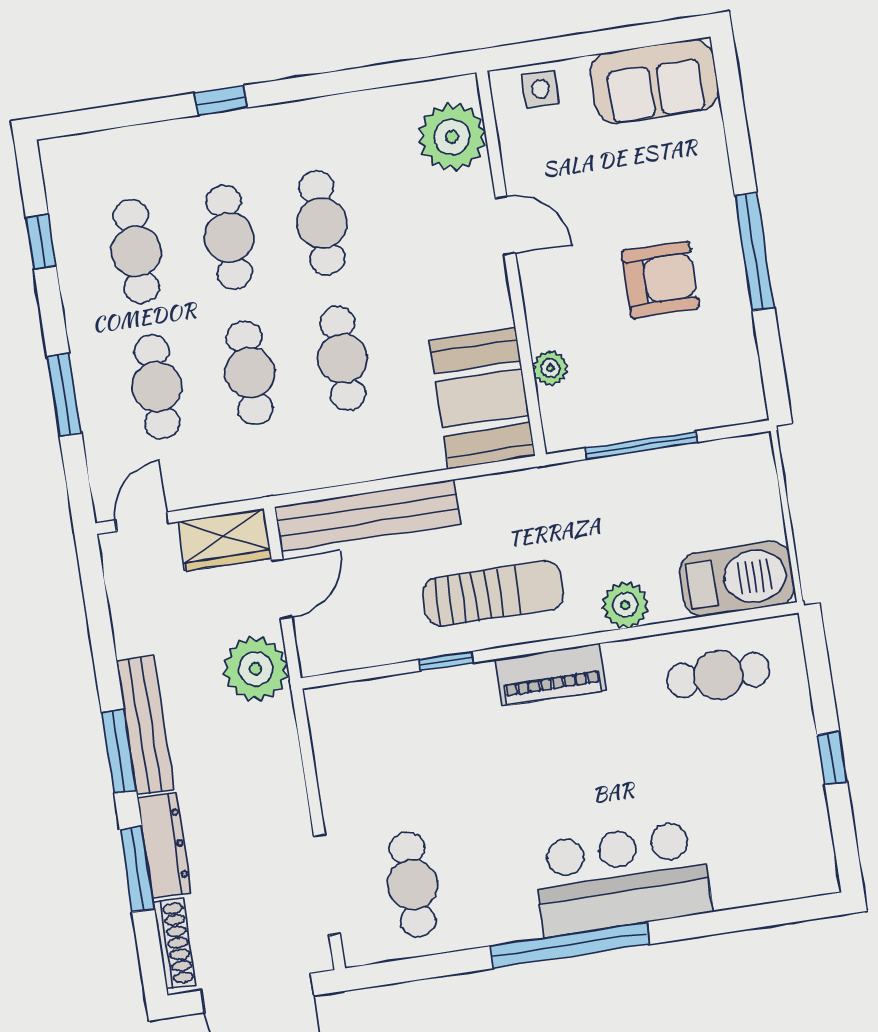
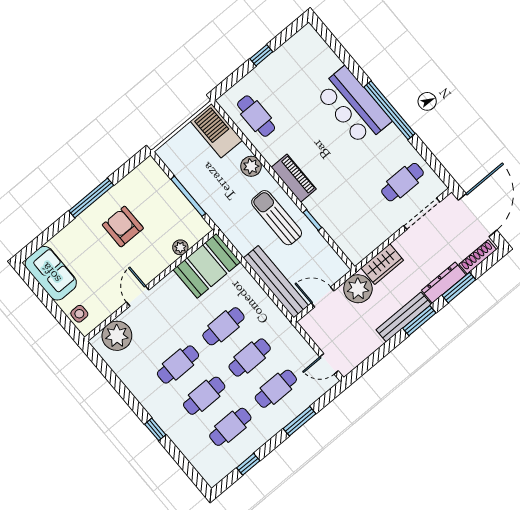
wardrobe: (225, 540) -> (382, 264), moved, turned 90

